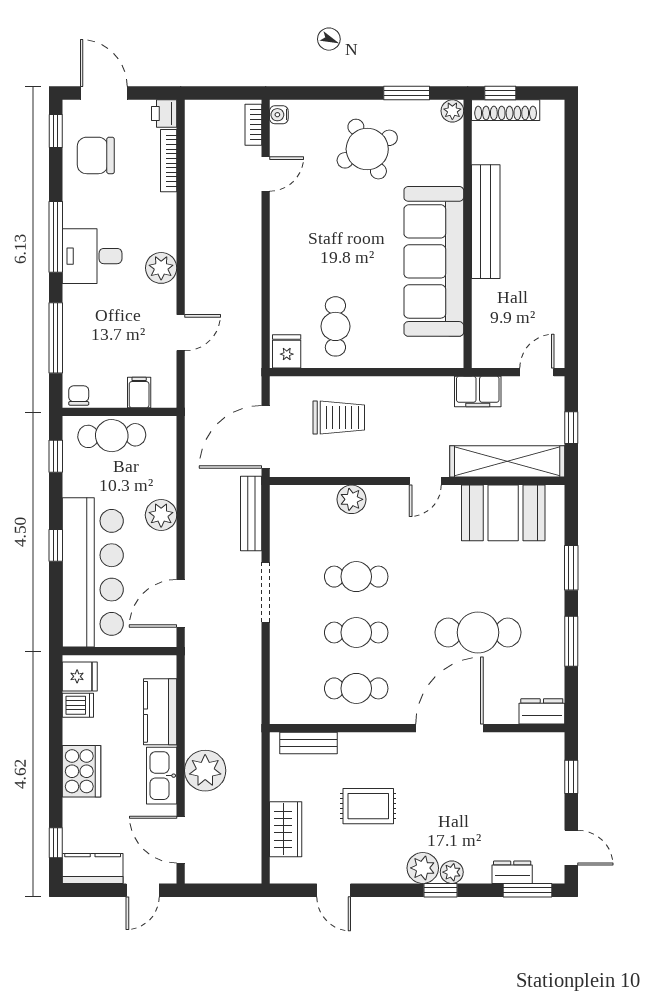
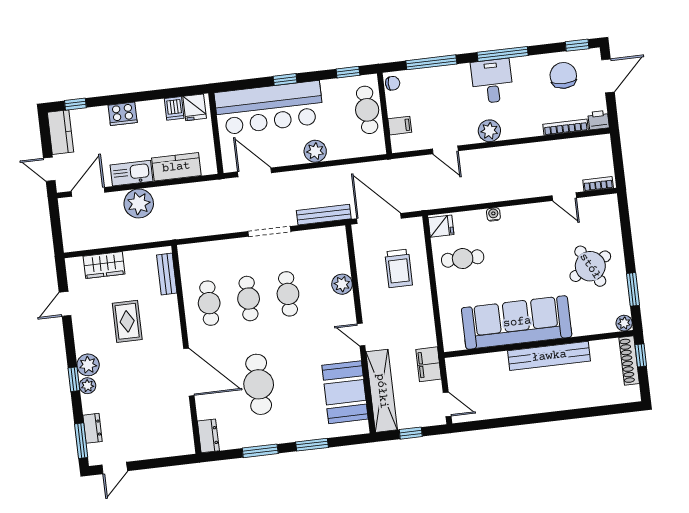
water cooler: (279, 115) -> (493, 214), moved
cooker: (82, 771) -> (123, 114), width x0.73, depth x0.76
window: (571, 777) -> (165, 462), removed

